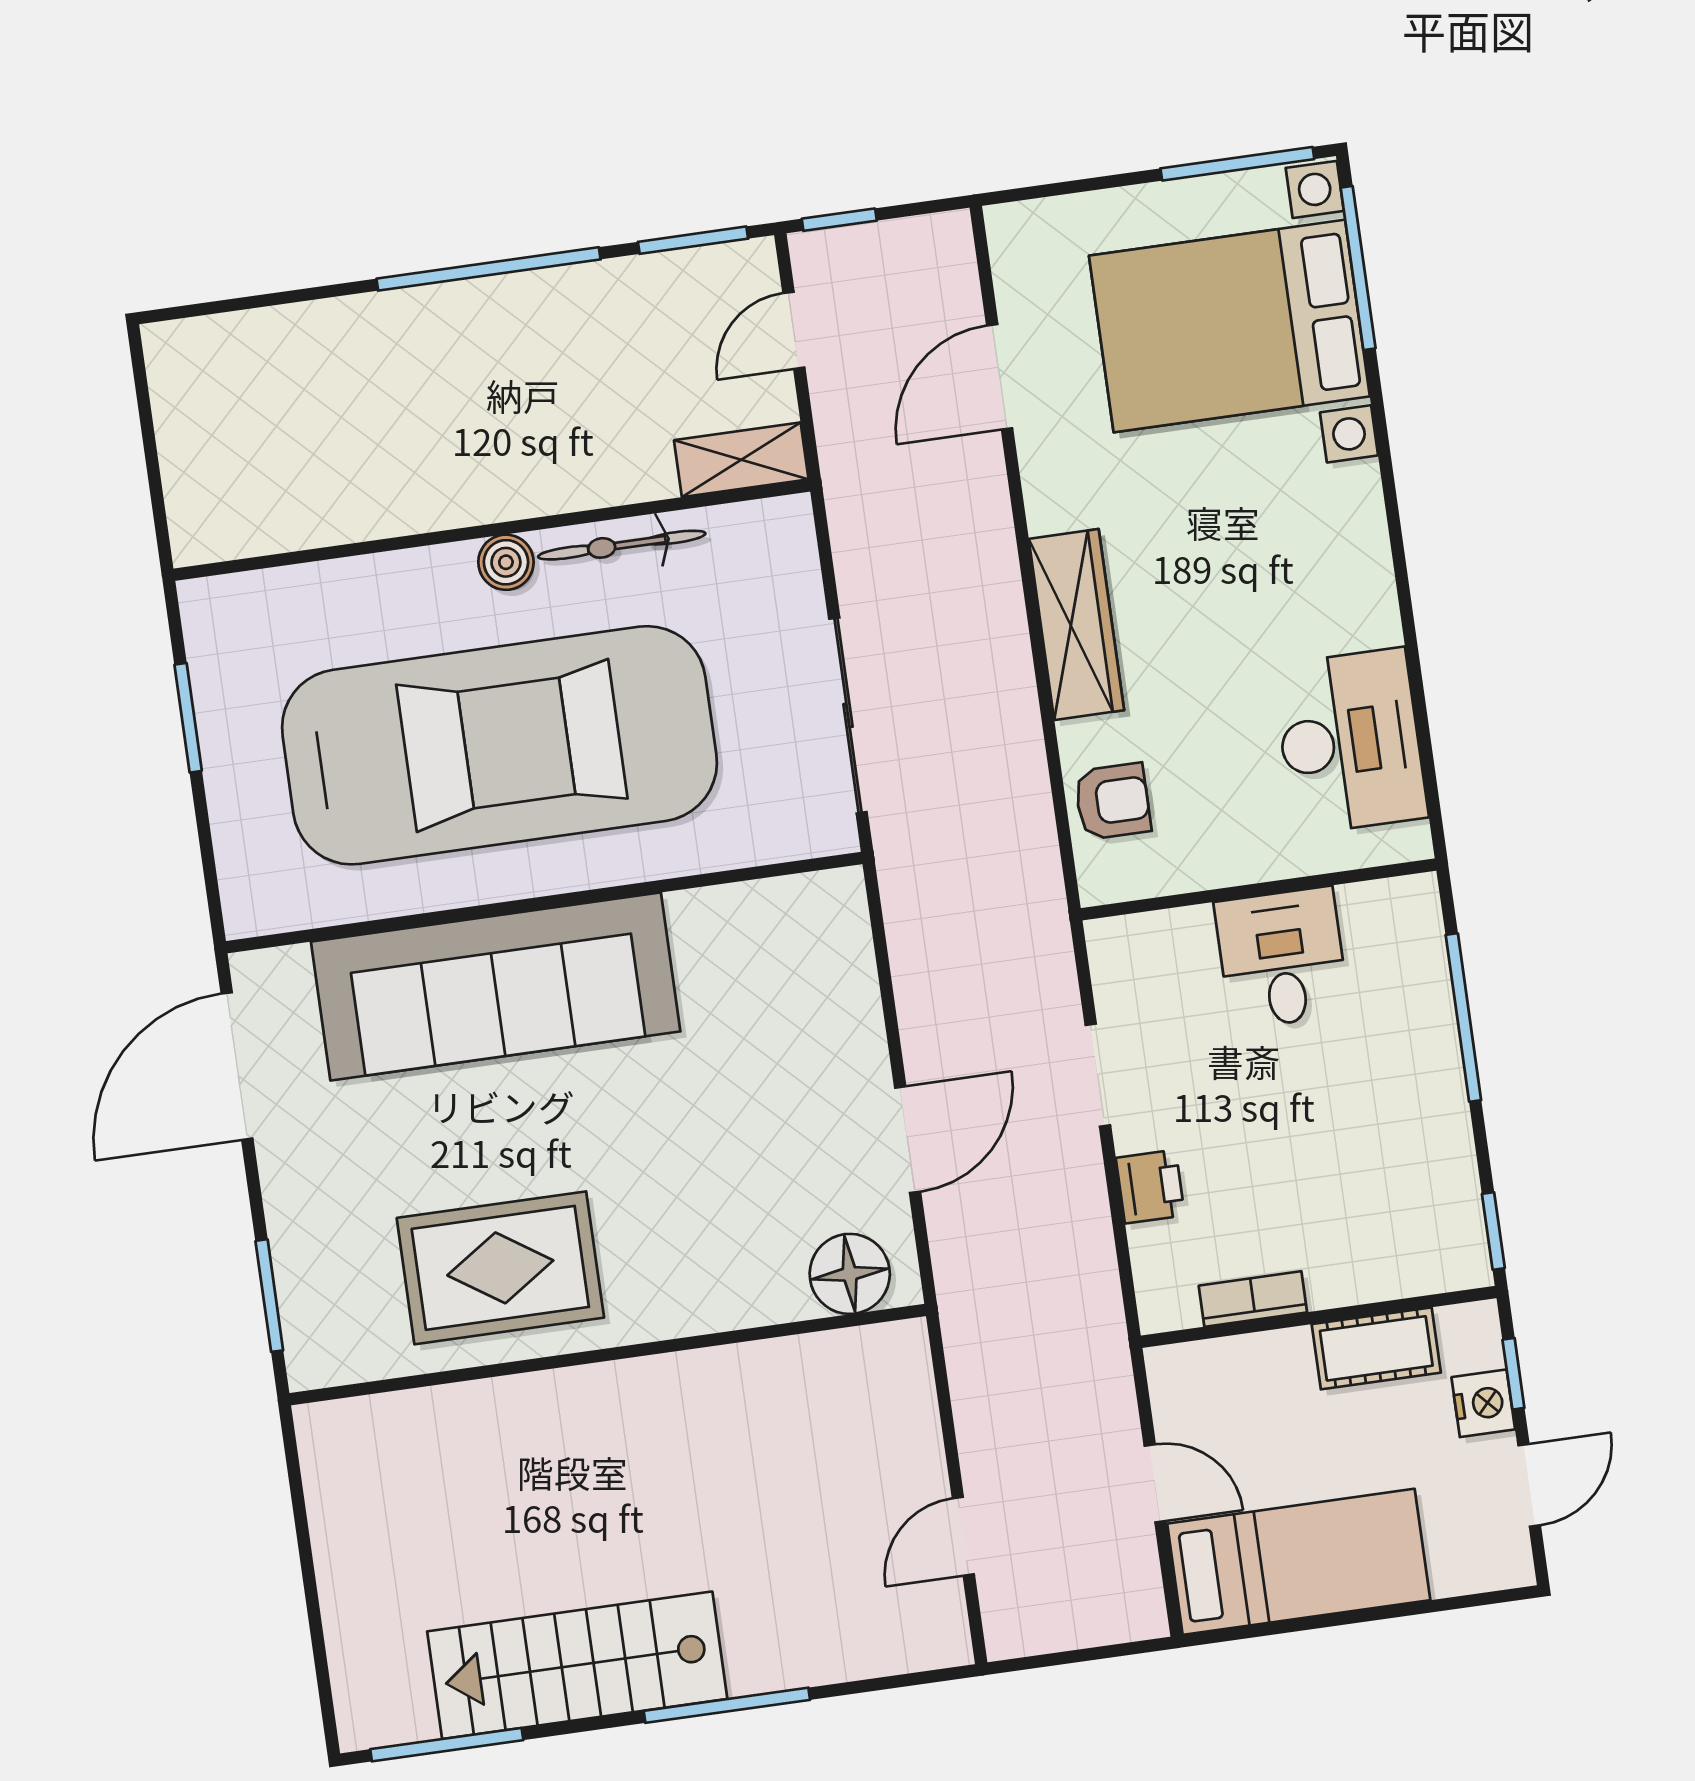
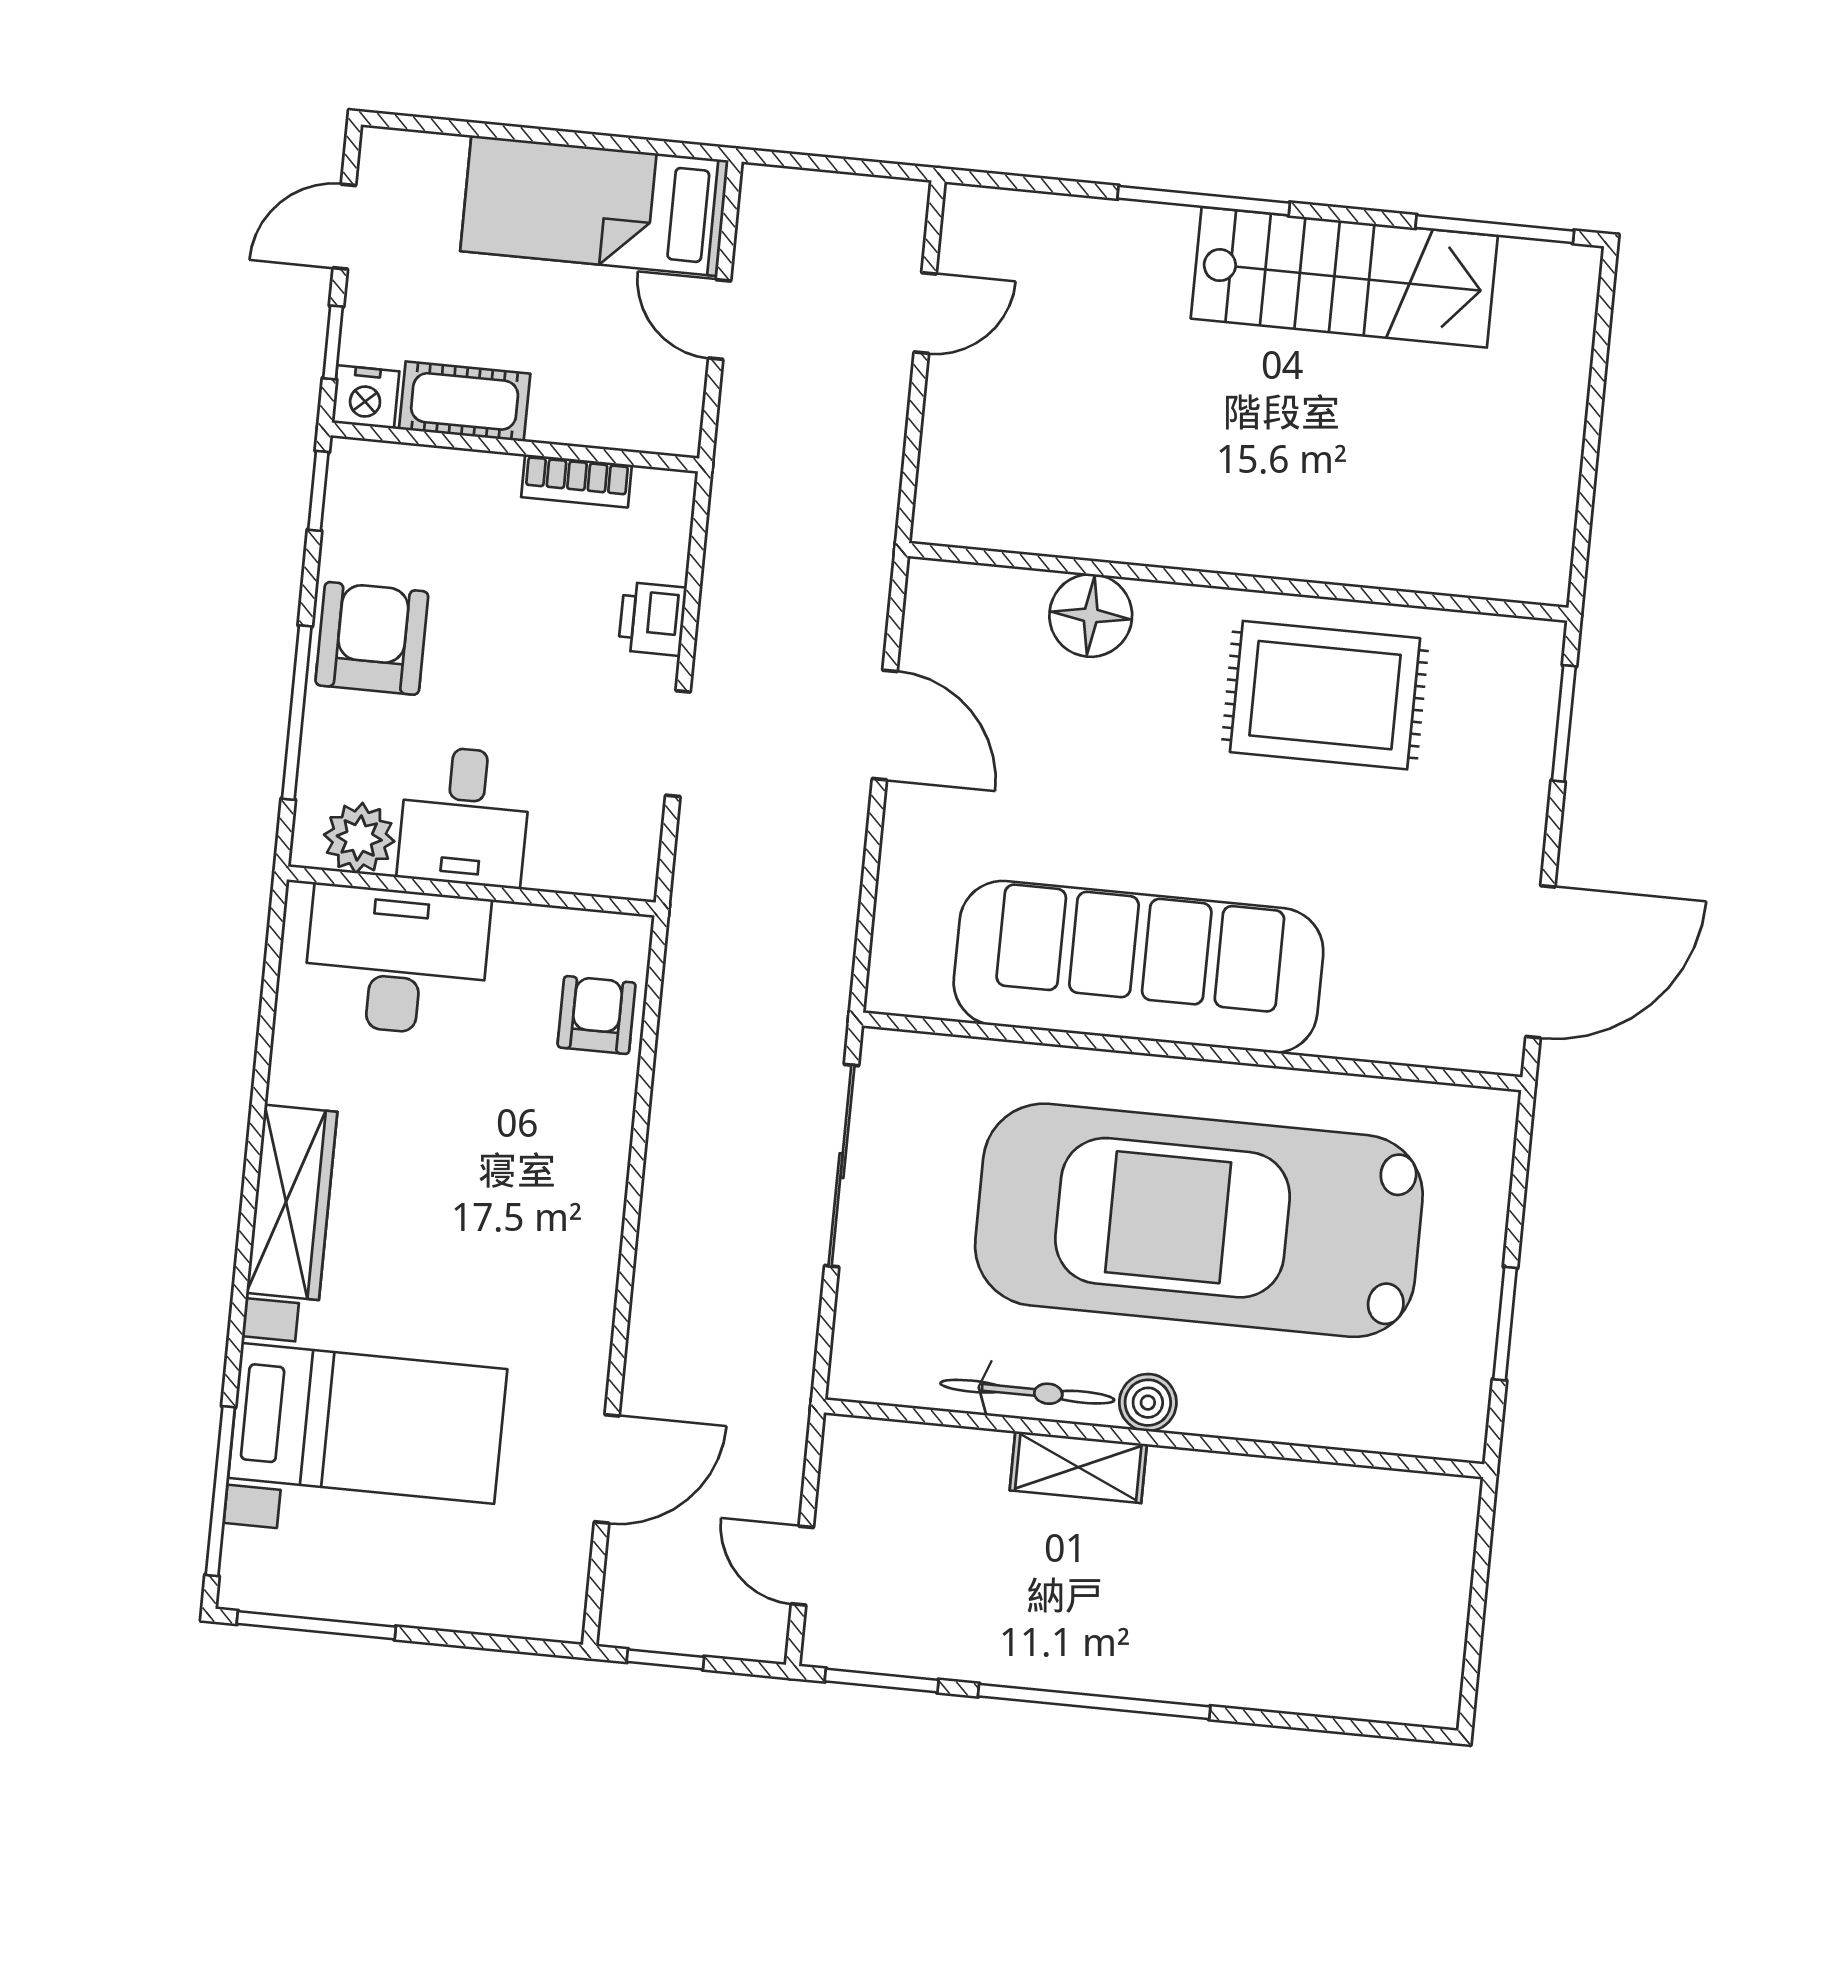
window: (839, 220) -> (665, 1659), moved
bed with nightstands: (1229, 326) -> (368, 1423), width x0.73
door: (794, 330) -> (802, 1566), swing flipped
shelving: (741, 460) -> (1078, 1467), moved
wardrobe: (1076, 625) -> (292, 1202), moved, turned 180
desk: (1350, 741) -> (397, 961), moved, turned 90
armchair: (1113, 801) -> (597, 1015), turned 90
plant: (1376, 914) -> (359, 838), added
sofa: (496, 987) -> (1138, 967), moved
armchair: (1410, 1104) -> (372, 638), added
door: (908, 1140) -> (885, 725), swing flipped
floor lamp: (850, 1274) -> (1091, 615), moved
nightstand: (1483, 1403) -> (365, 397), moved, turned -90

